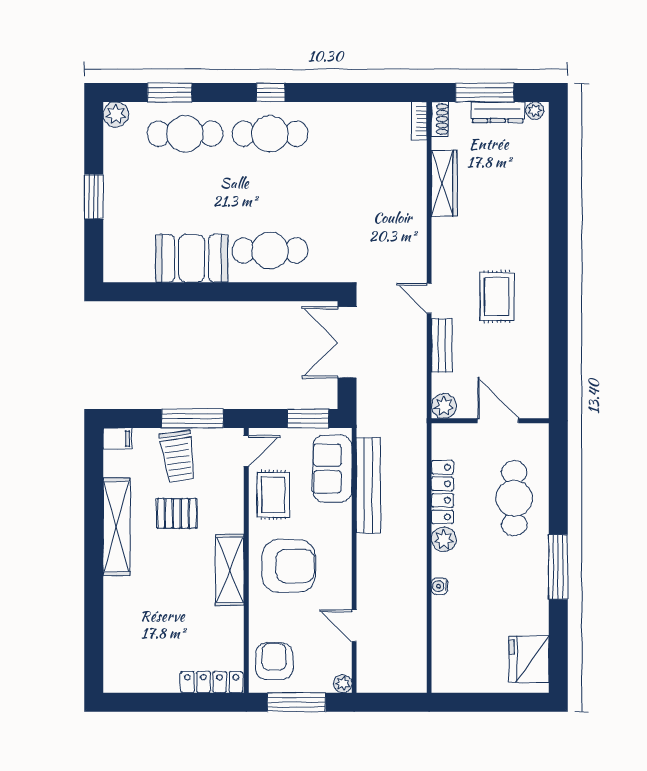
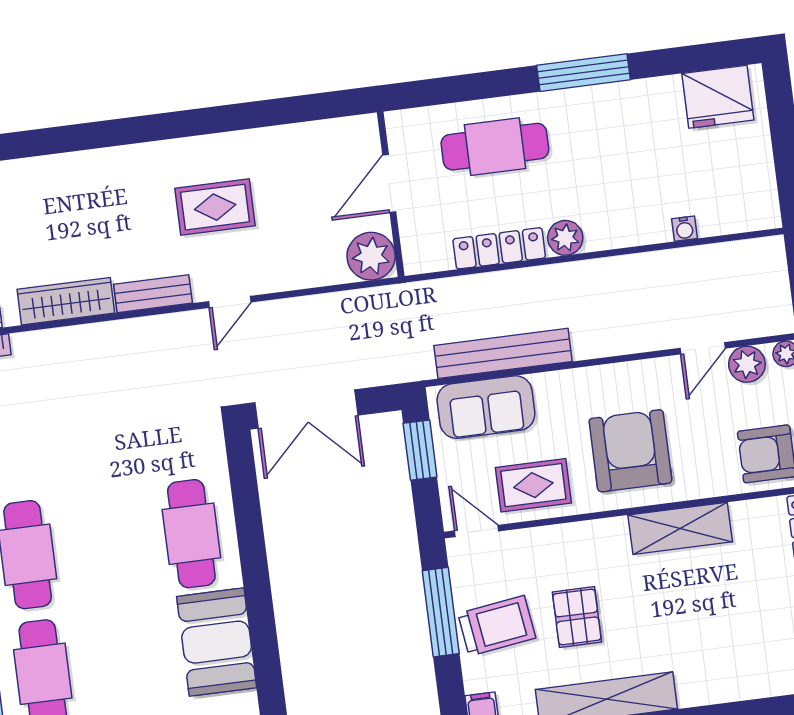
bench: (442, 345) -> (153, 294), moved
plant: (444, 406) -> (371, 256), width x1.36, depth x1.36
shelving: (230, 570) -> (680, 528), moved
water cooler: (440, 586) -> (685, 229), moved
plant: (339, 655) -> (747, 364), added

